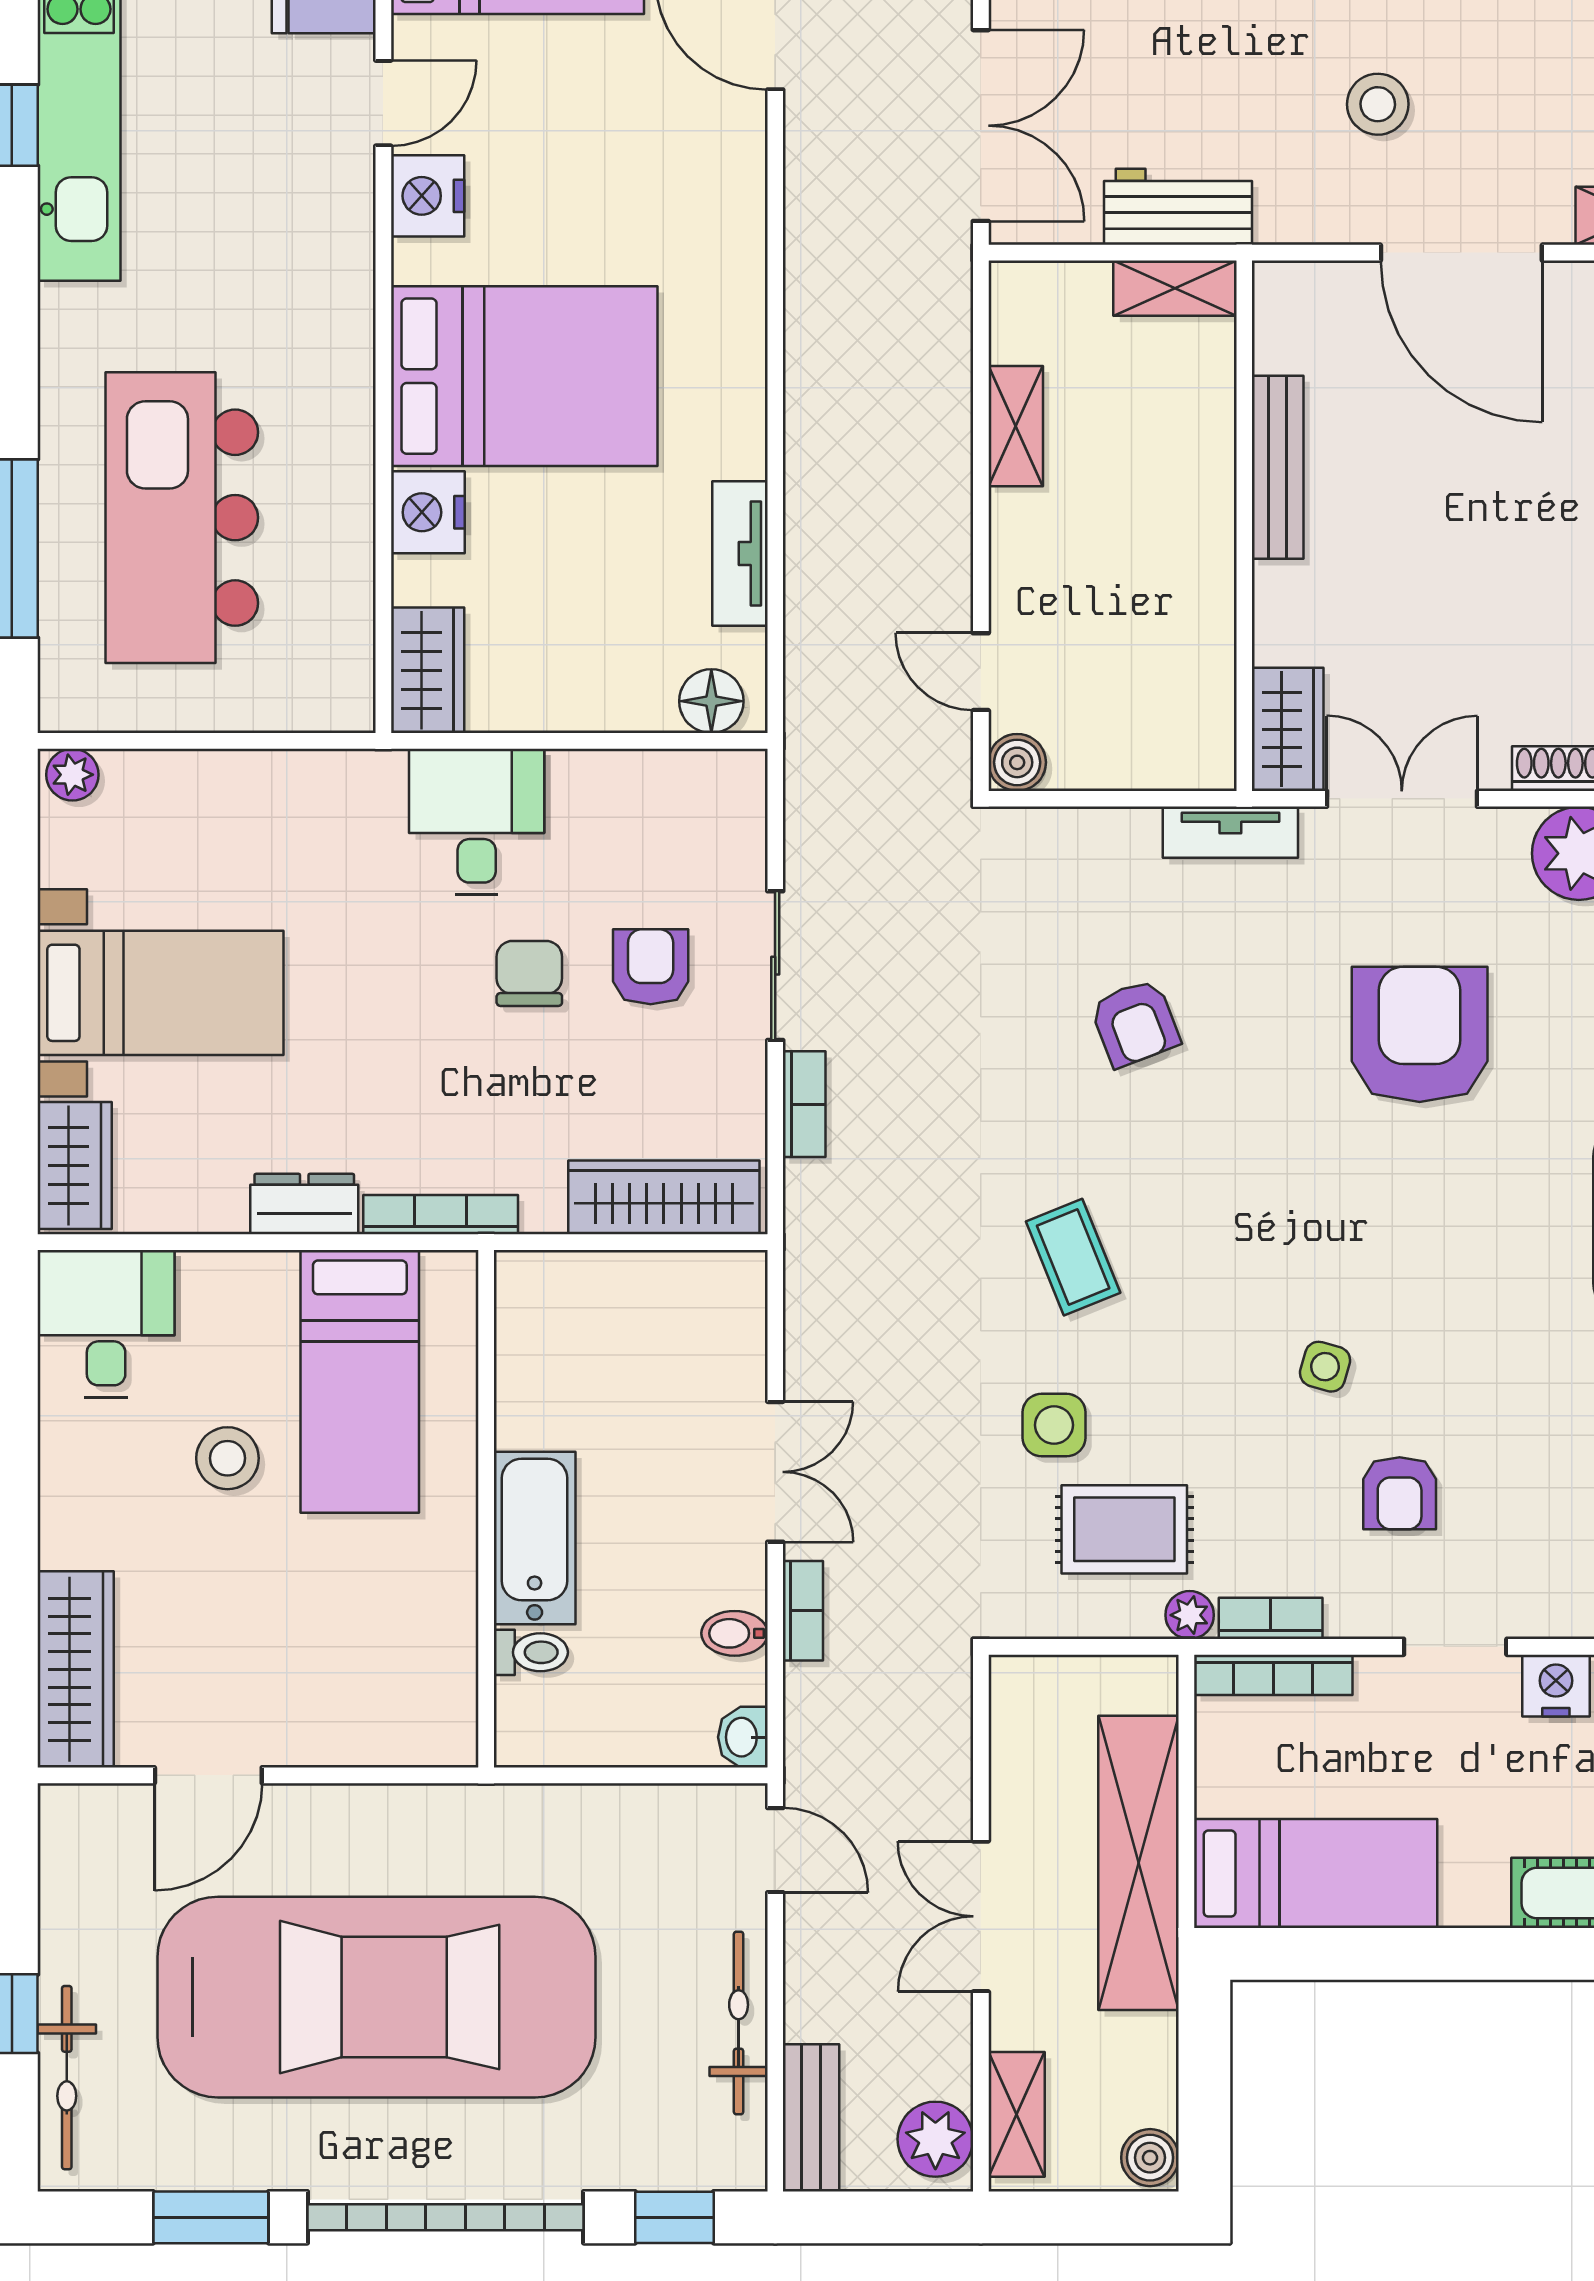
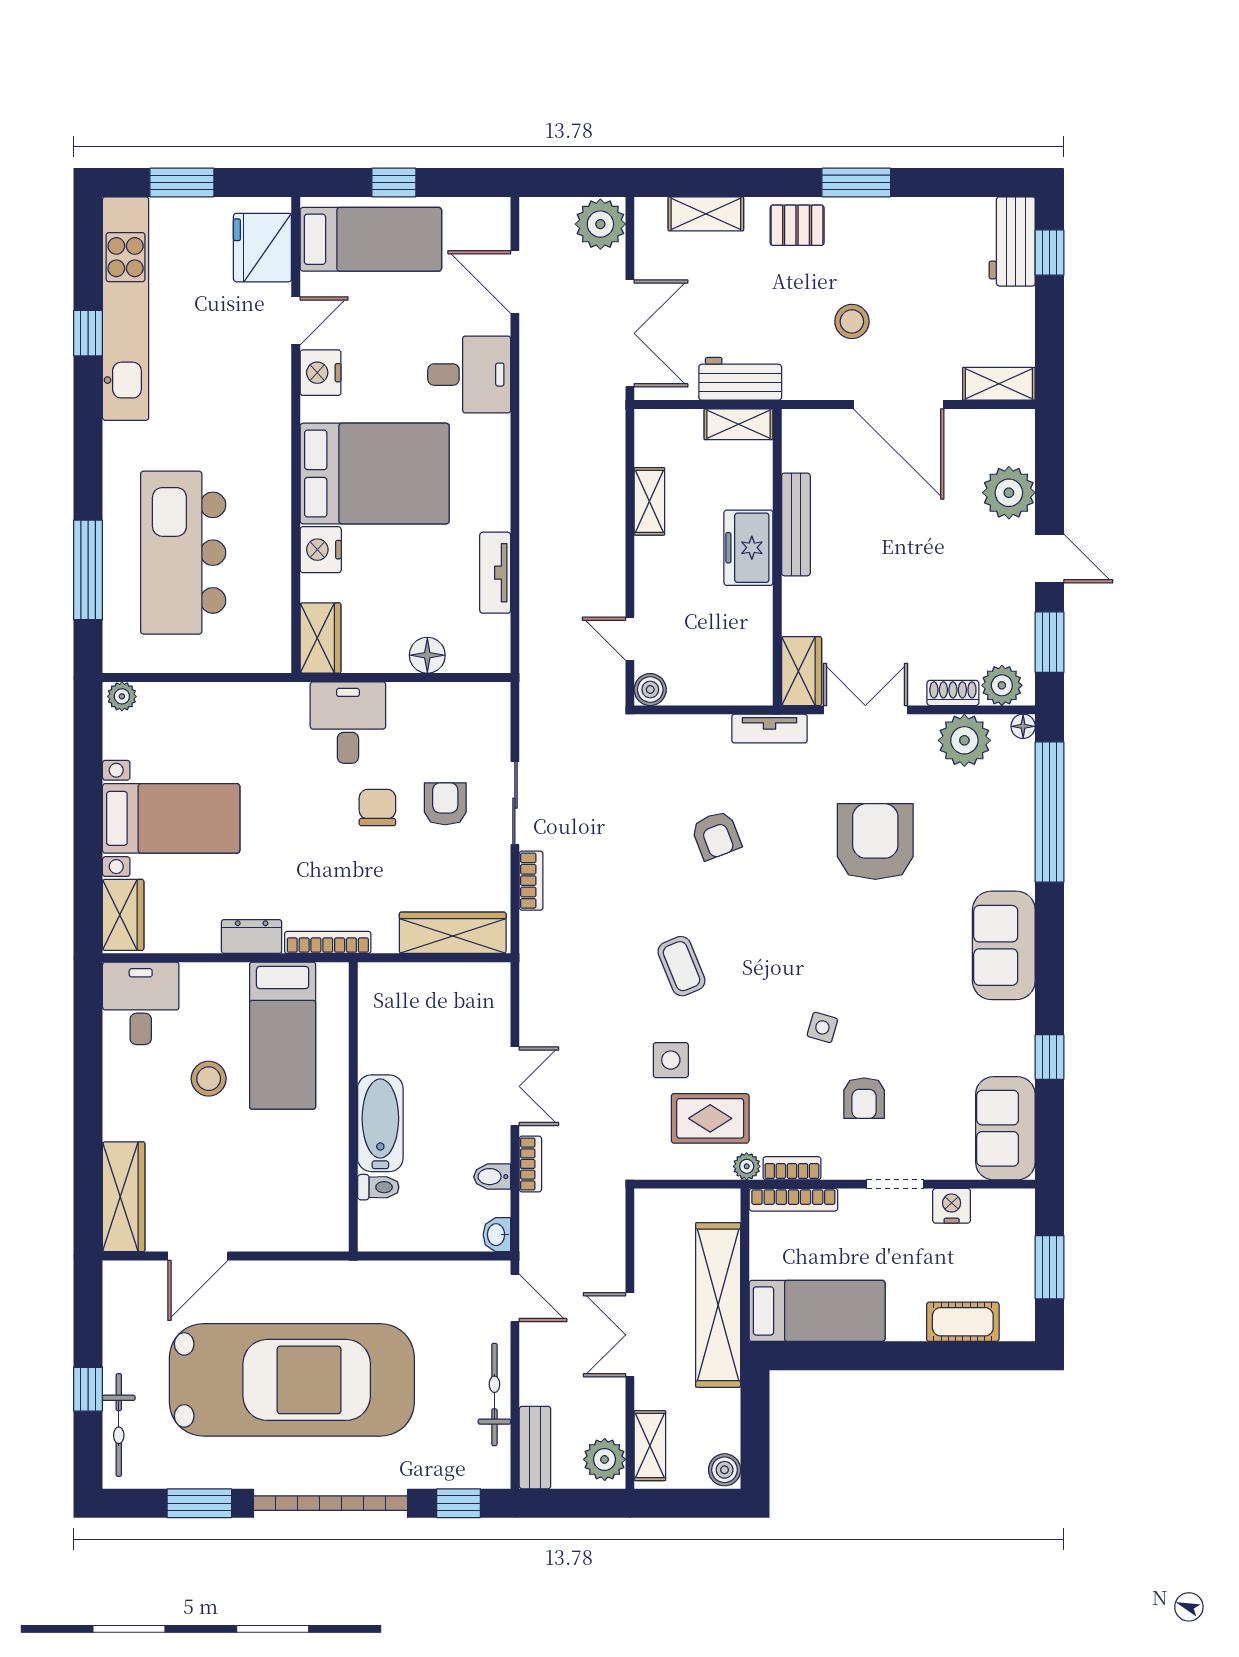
desk: (693, 199) -> (469, 375), added
freezer: (1193, 509) -> (748, 548), added
floor lamp: (711, 701) -> (427, 655), moved

